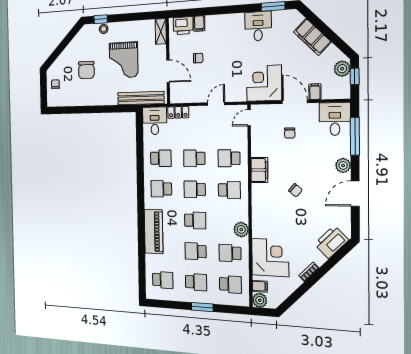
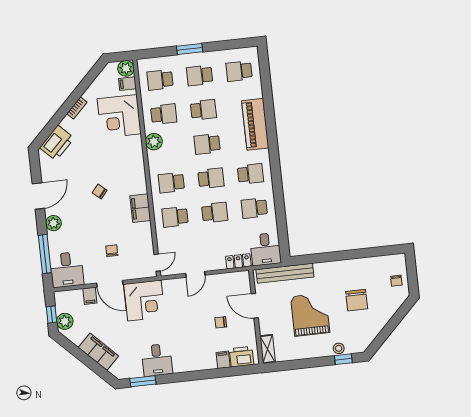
chair: (86, 70) -> (357, 300), turned 180
school desk: (229, 158) -> (175, 217), turned 180

